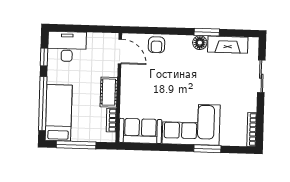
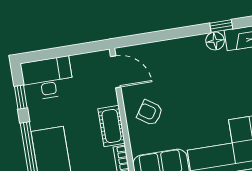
window: (207, 32) -> (221, 26), width x0.67
armchair: (157, 45) -> (150, 113), moved, turned 124

